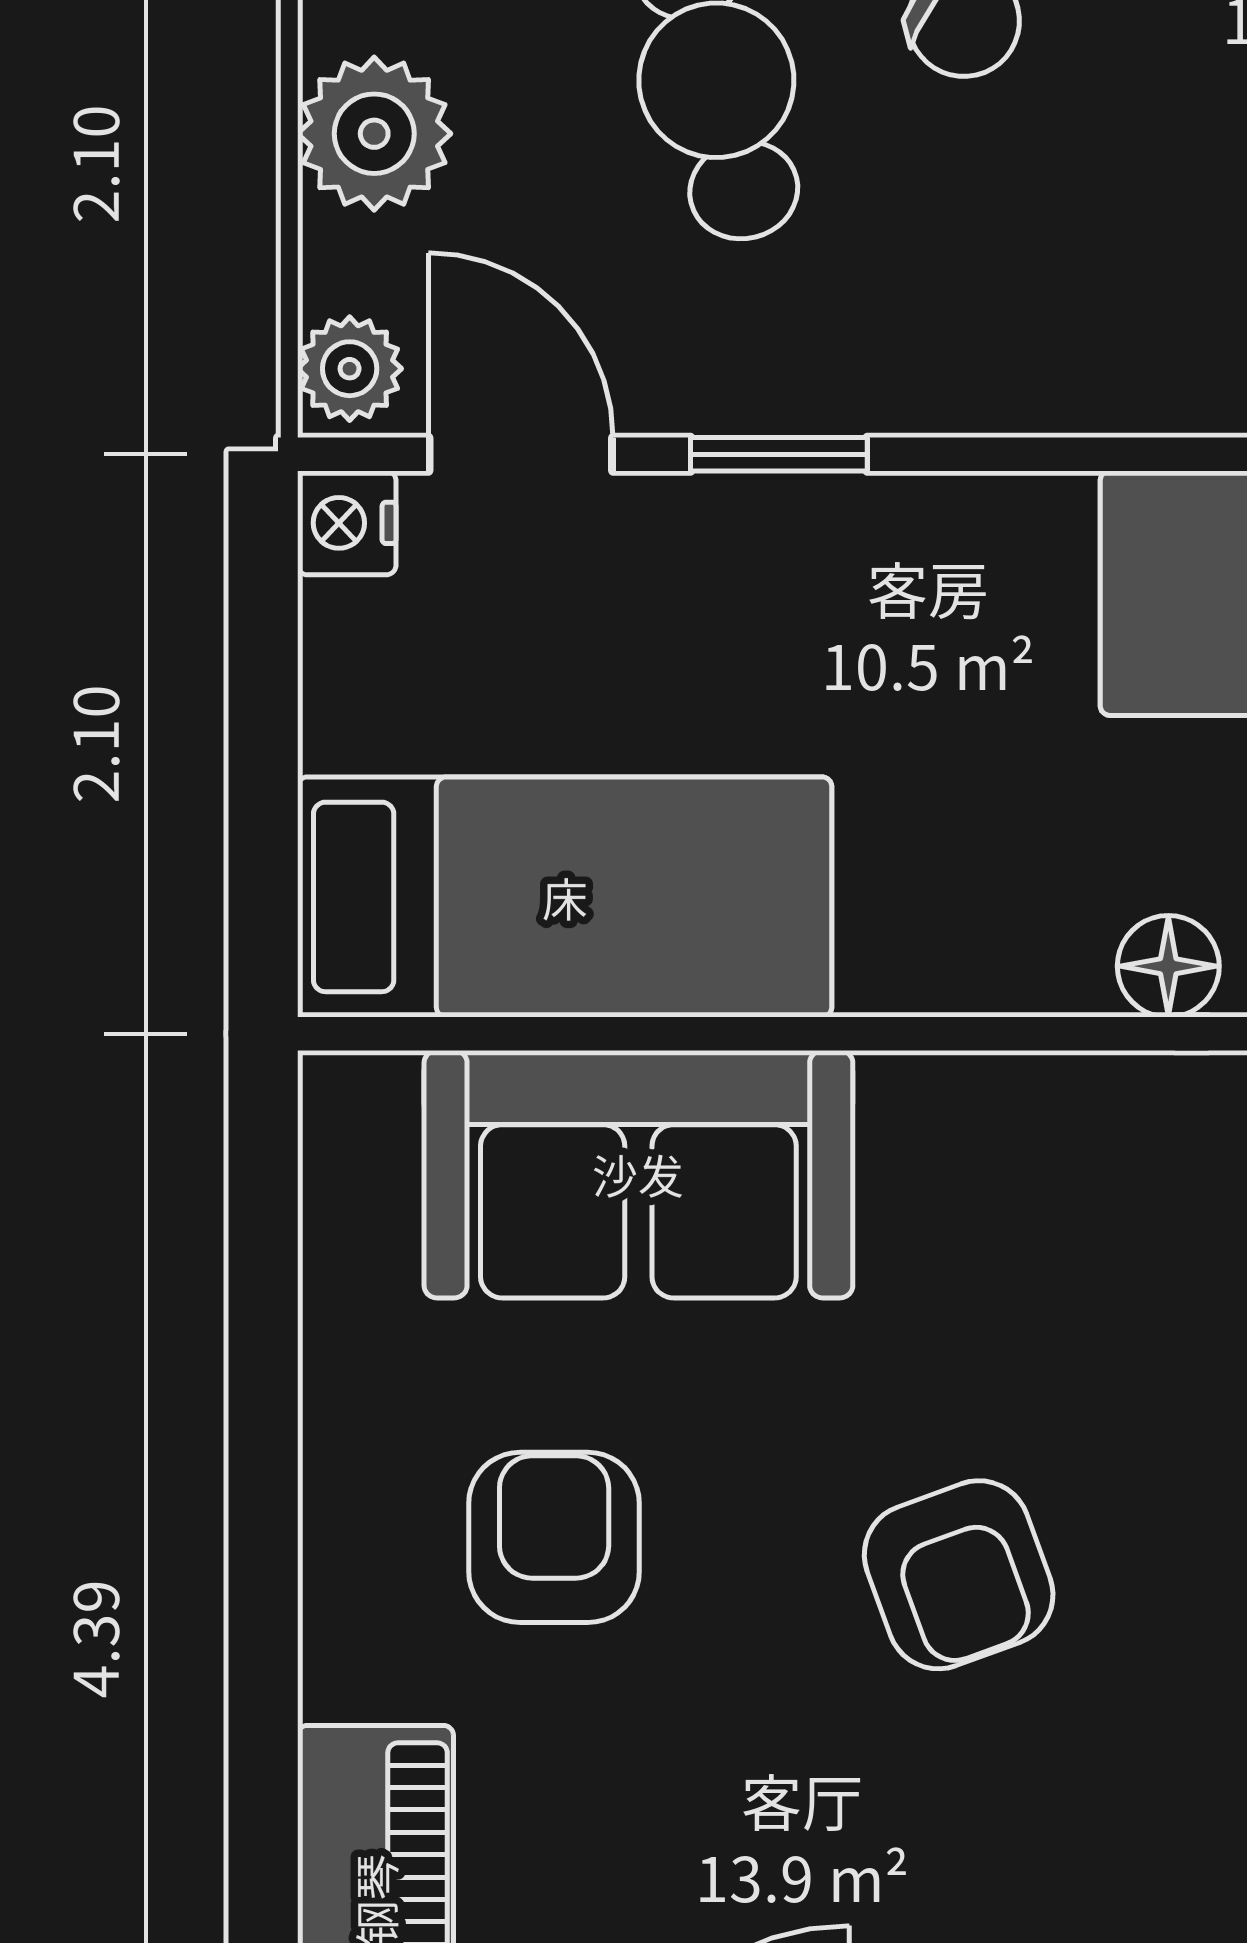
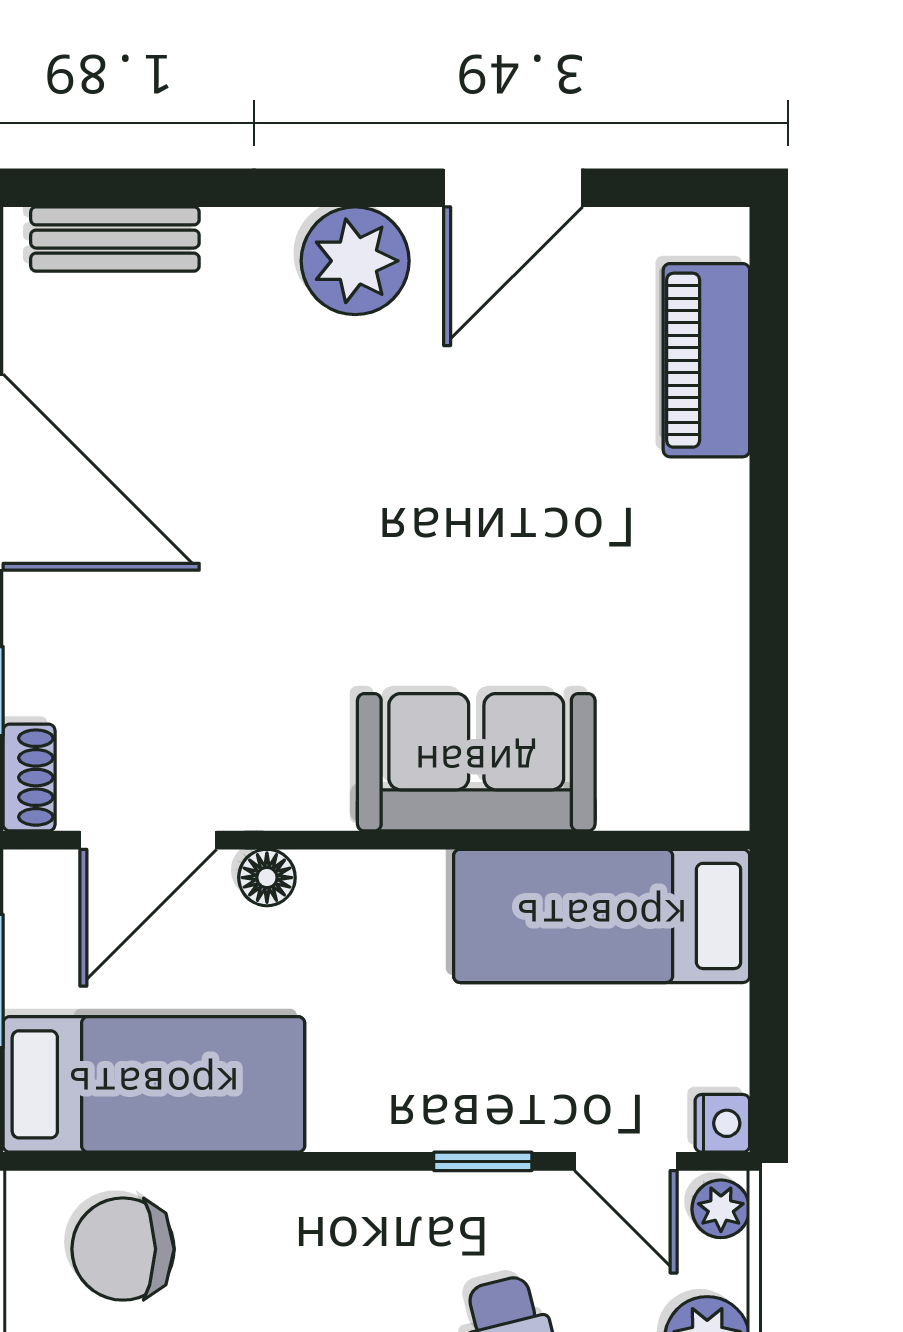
sofa: (638, 1174) -> (476, 762), moved
armchair: (554, 1537) -> (607, 561), removed
armchair: (959, 1575) -> (383, 540), removed

